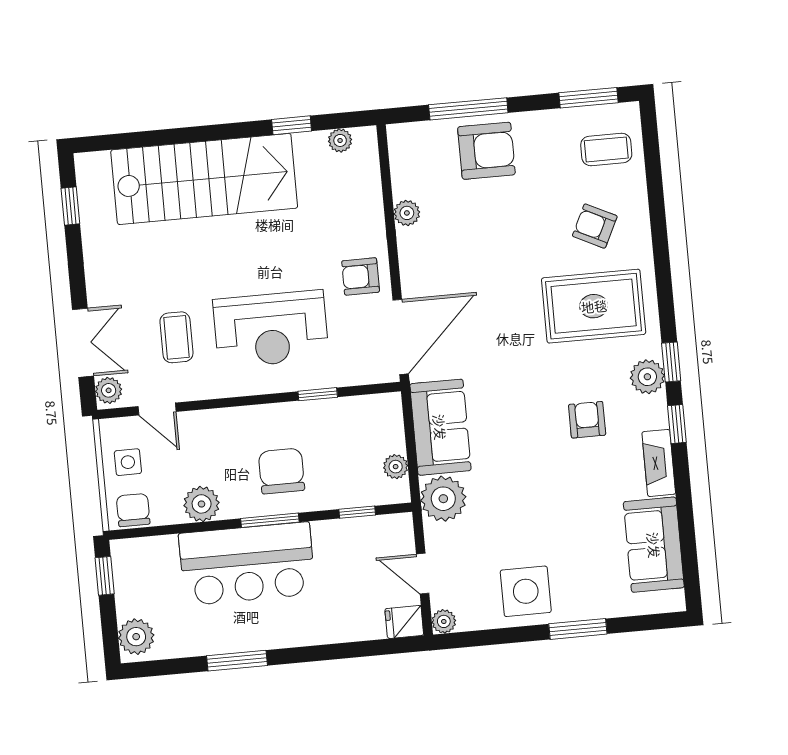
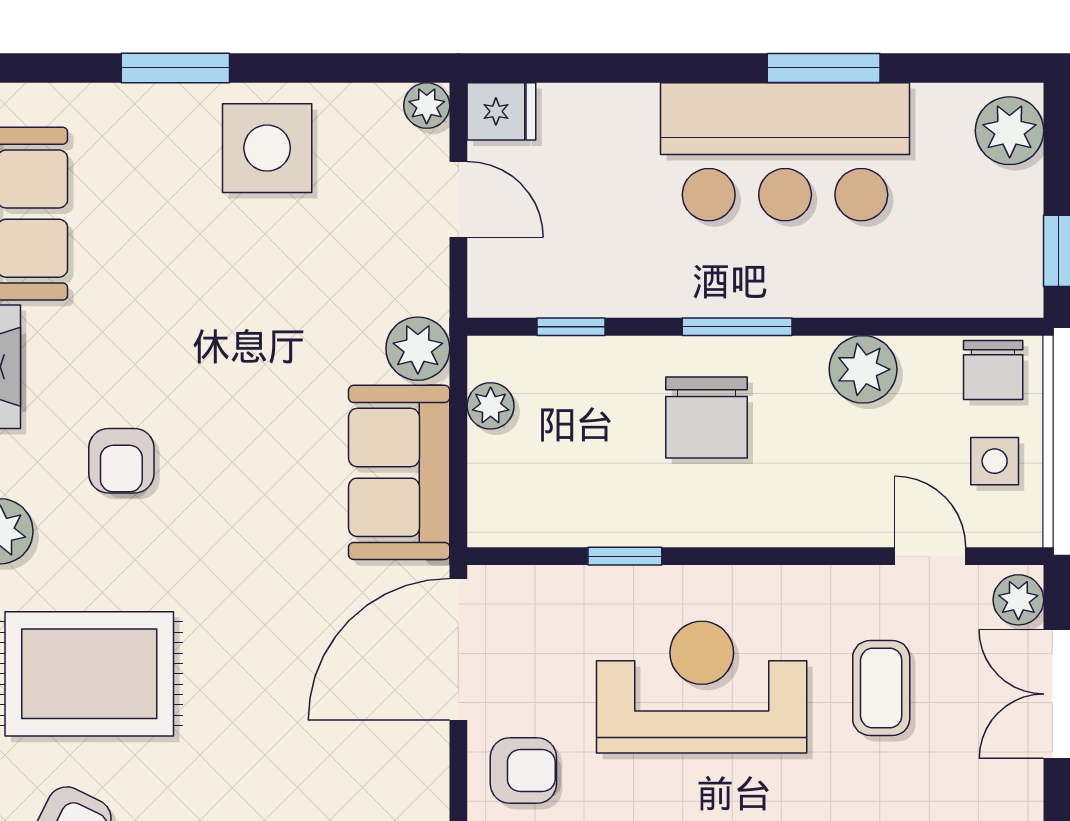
plant: (443, 499) -> (418, 349), width x0.73, depth x0.73
bar counter: (247, 564) -> (785, 152), moved, turned 180

